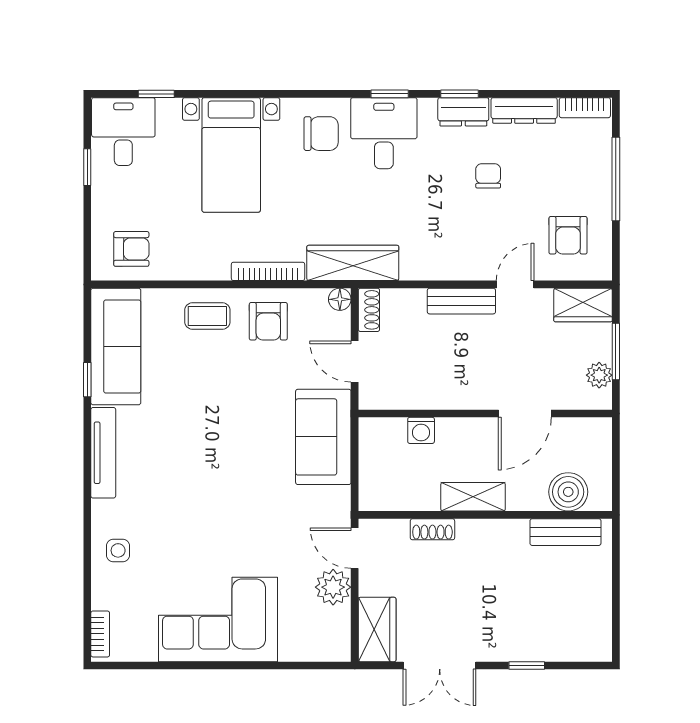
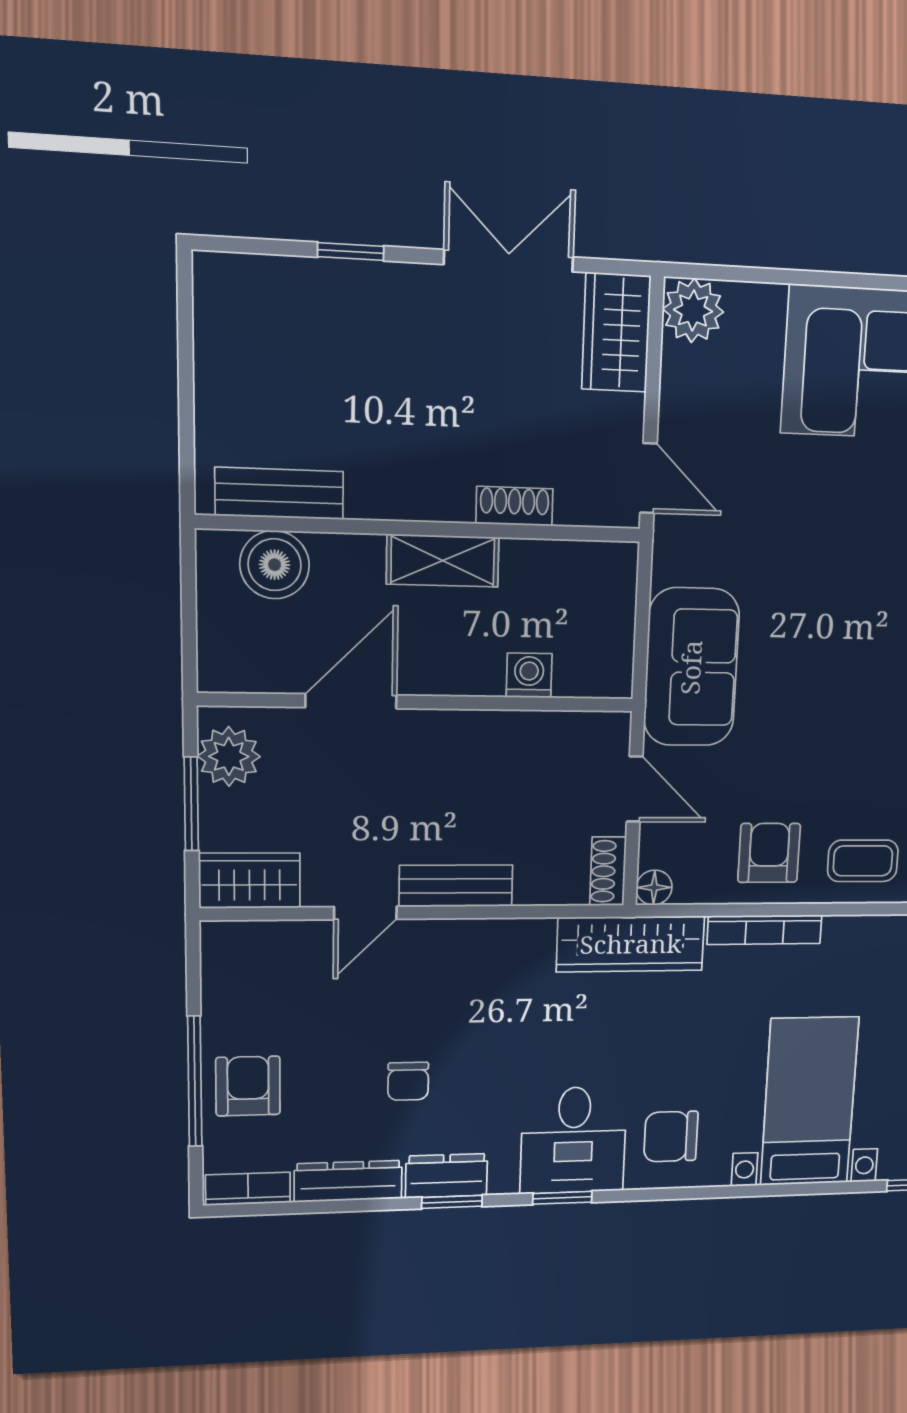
armchair: (568, 235) -> (248, 1086), moved
plant: (599, 375) -> (229, 756), width x1.38, depth x1.38
plant: (333, 587) -> (693, 310), moved

